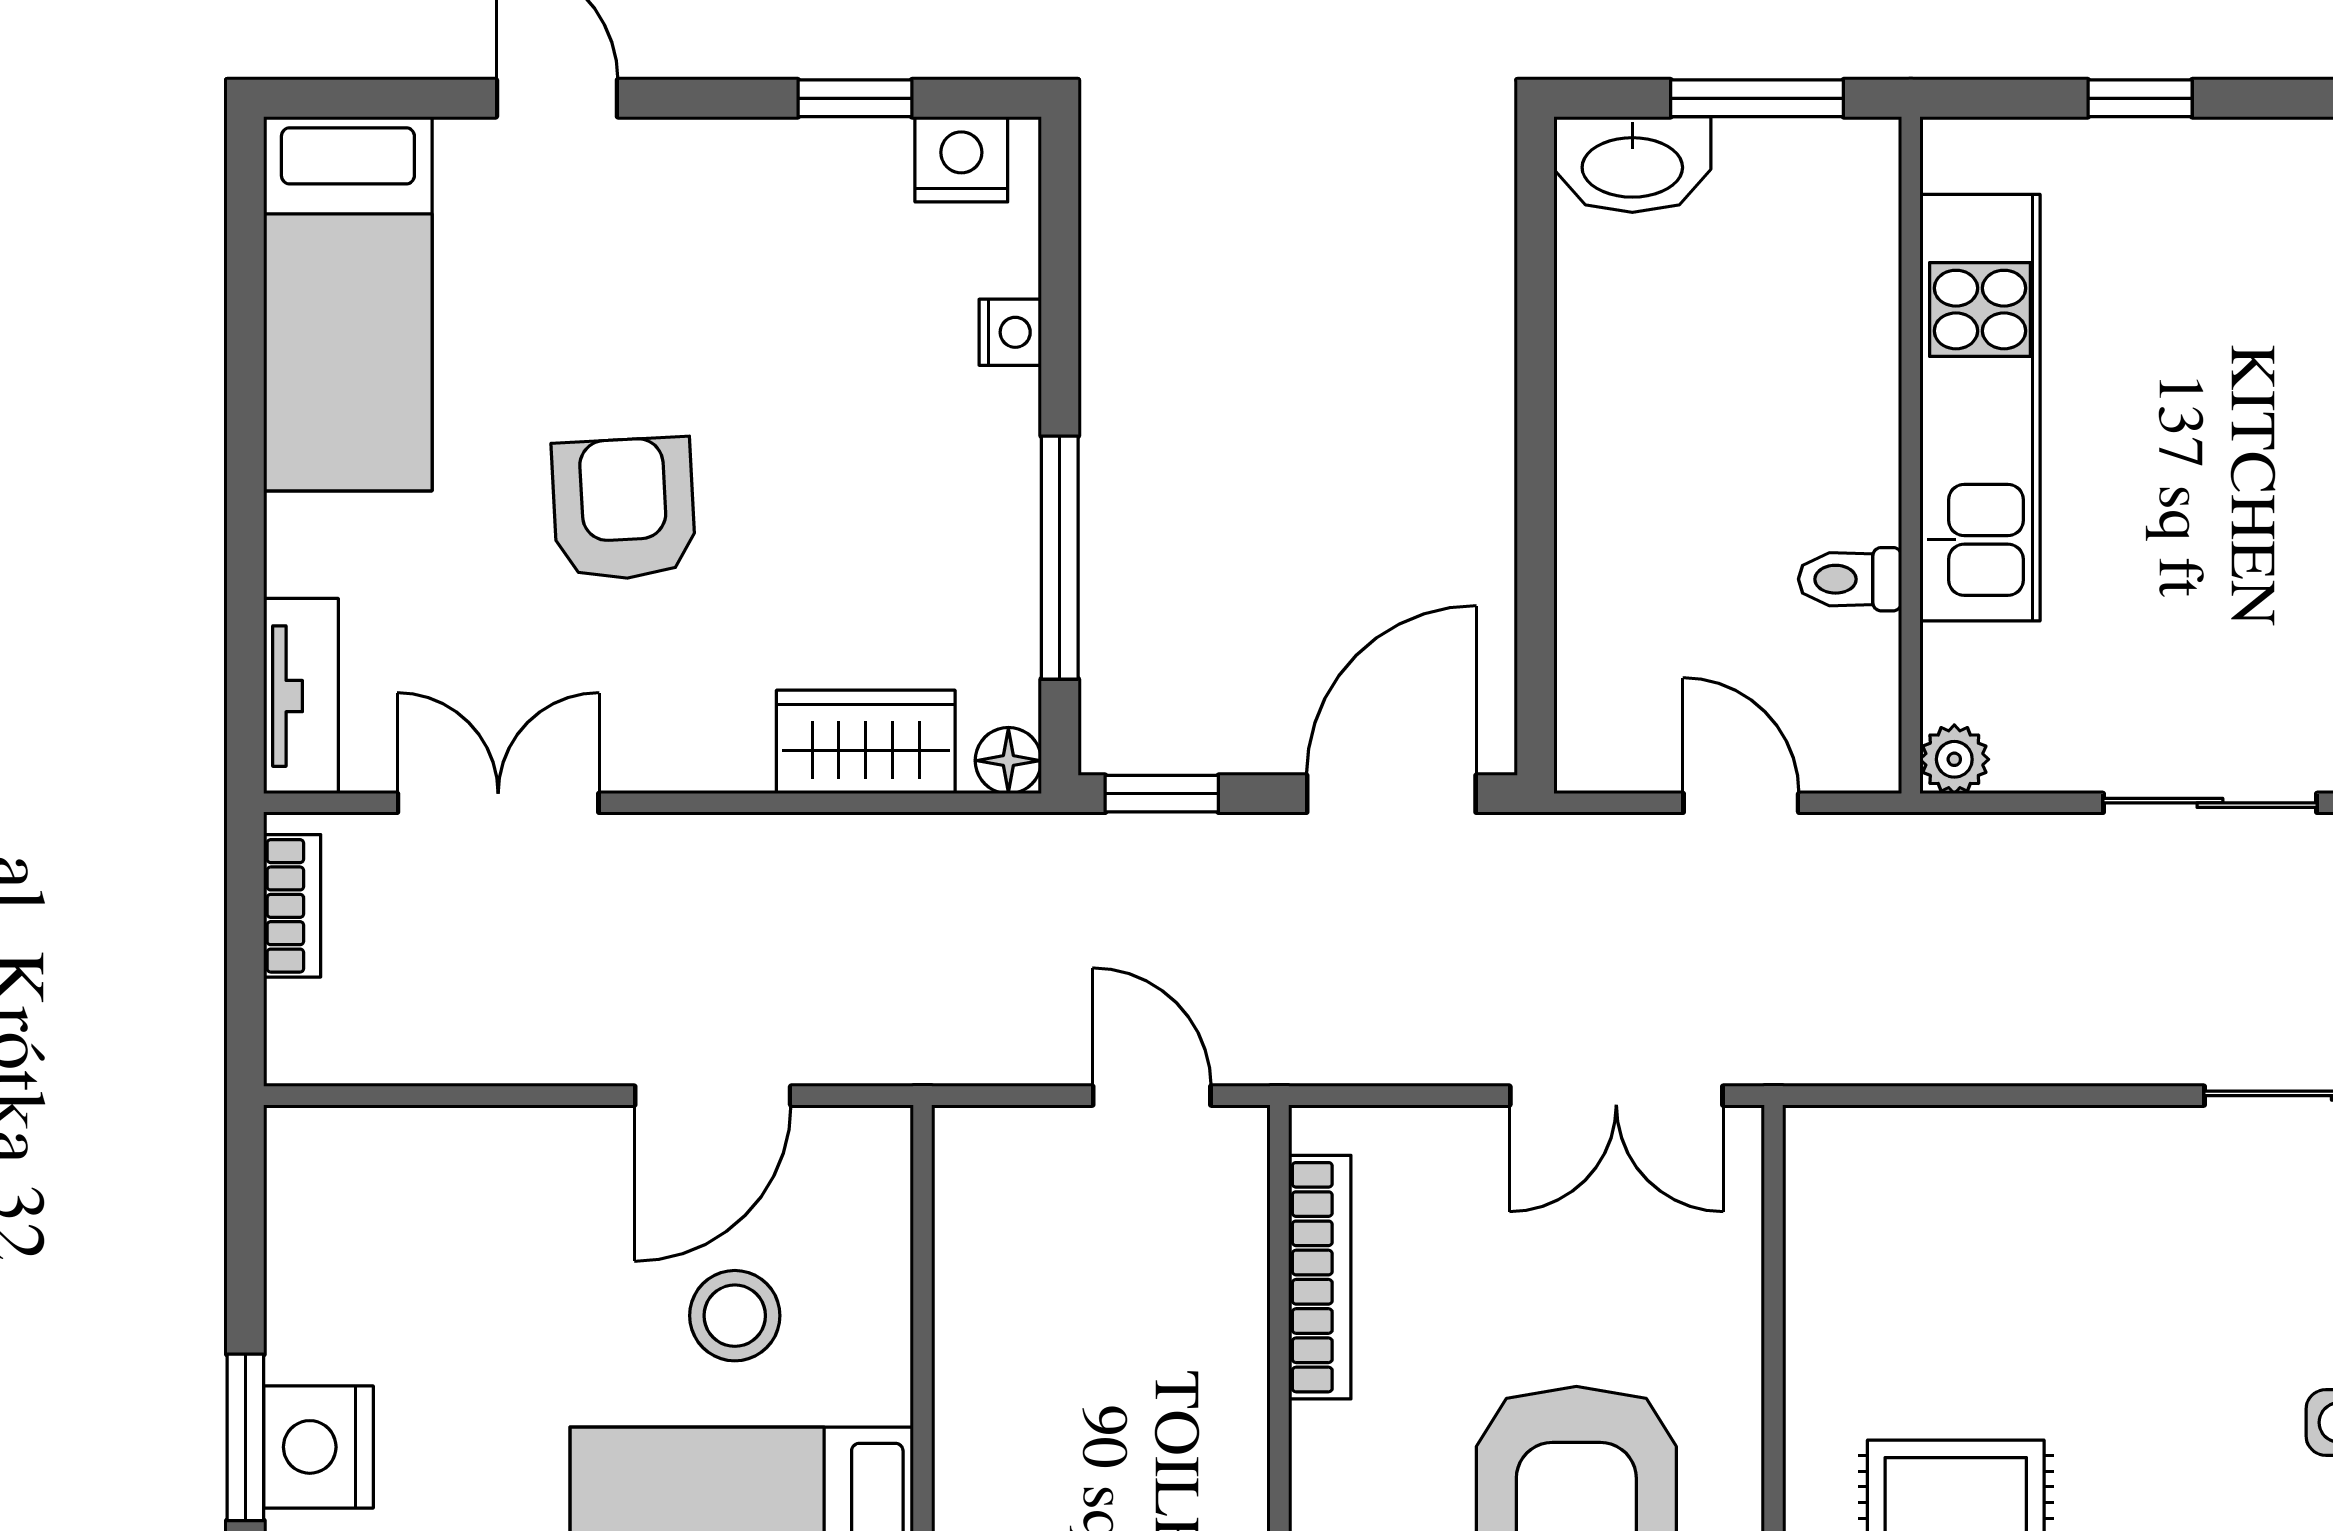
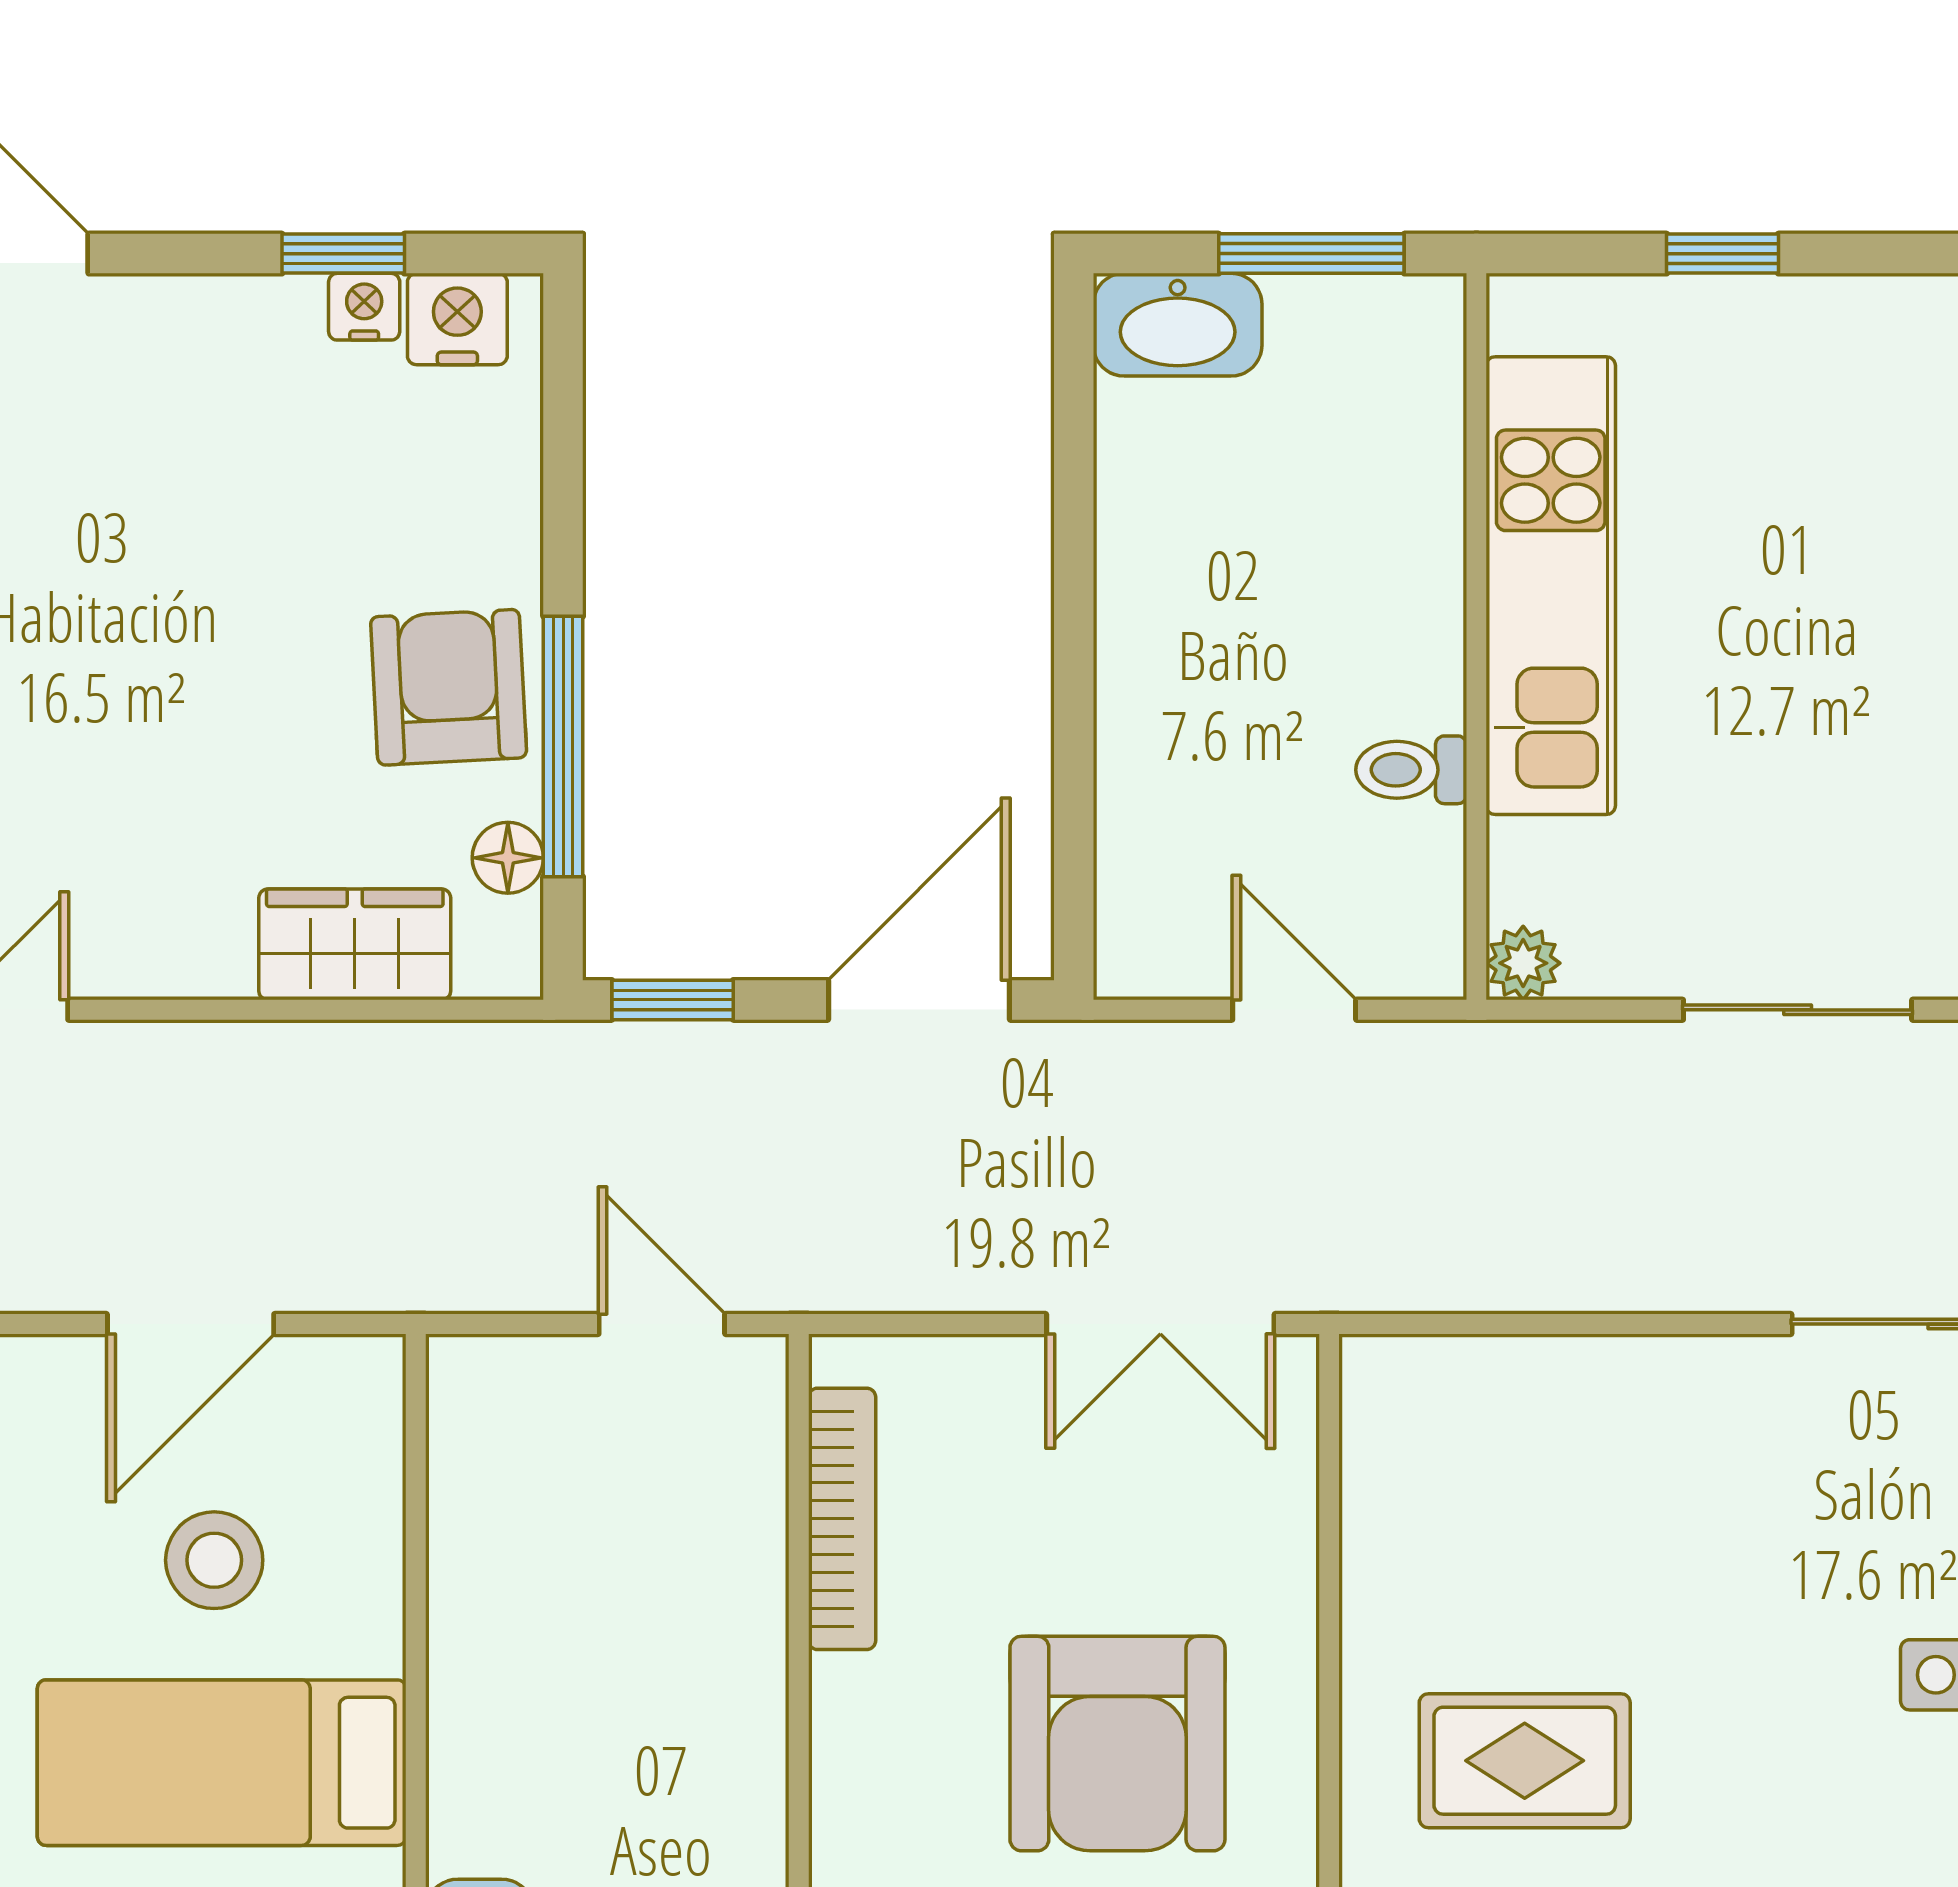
nightstand: (1010, 332) -> (364, 307), moved, turned -90
armchair: (624, 509) -> (449, 687), moved
floor lamp: (1008, 761) -> (508, 858), moved

